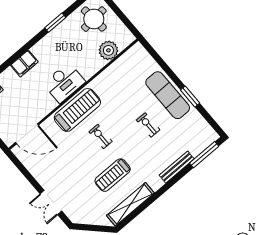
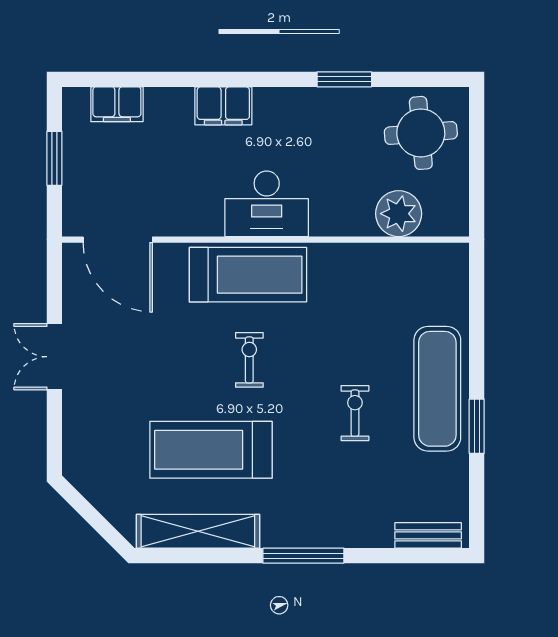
window: (204, 155) -> (303, 556), moved
bench: (177, 167) -> (428, 535), moved, width x0.73
treadmill: (113, 175) -> (211, 450), width x1.37, depth x1.38
double door: (51, 203) -> (54, 357), moved

